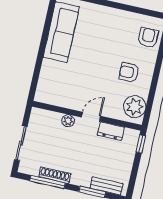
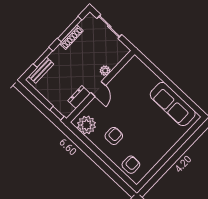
armchair: (148, 38) -> (131, 165), turned -90

